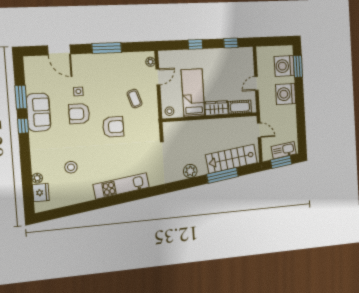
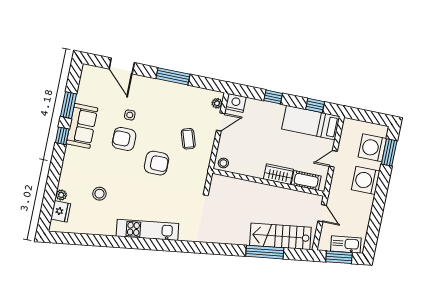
nightstand: (166, 57) -> (236, 103), added
bed: (193, 93) -> (311, 123), moved, turned -90
plant: (190, 171) -> (229, 236), removed

